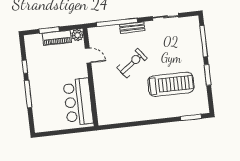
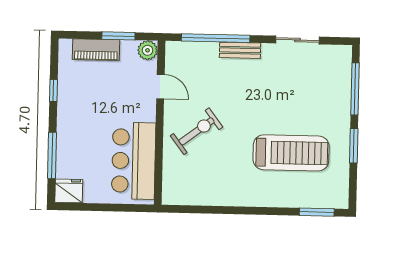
window: (49, 30) -> (118, 36), moved
piano: (57, 38) -> (96, 50), moved
exercise bike: (132, 63) -> (197, 131), moved
window: (28, 94) -> (52, 155), moved
fridge: (42, 125) -> (69, 191), added

